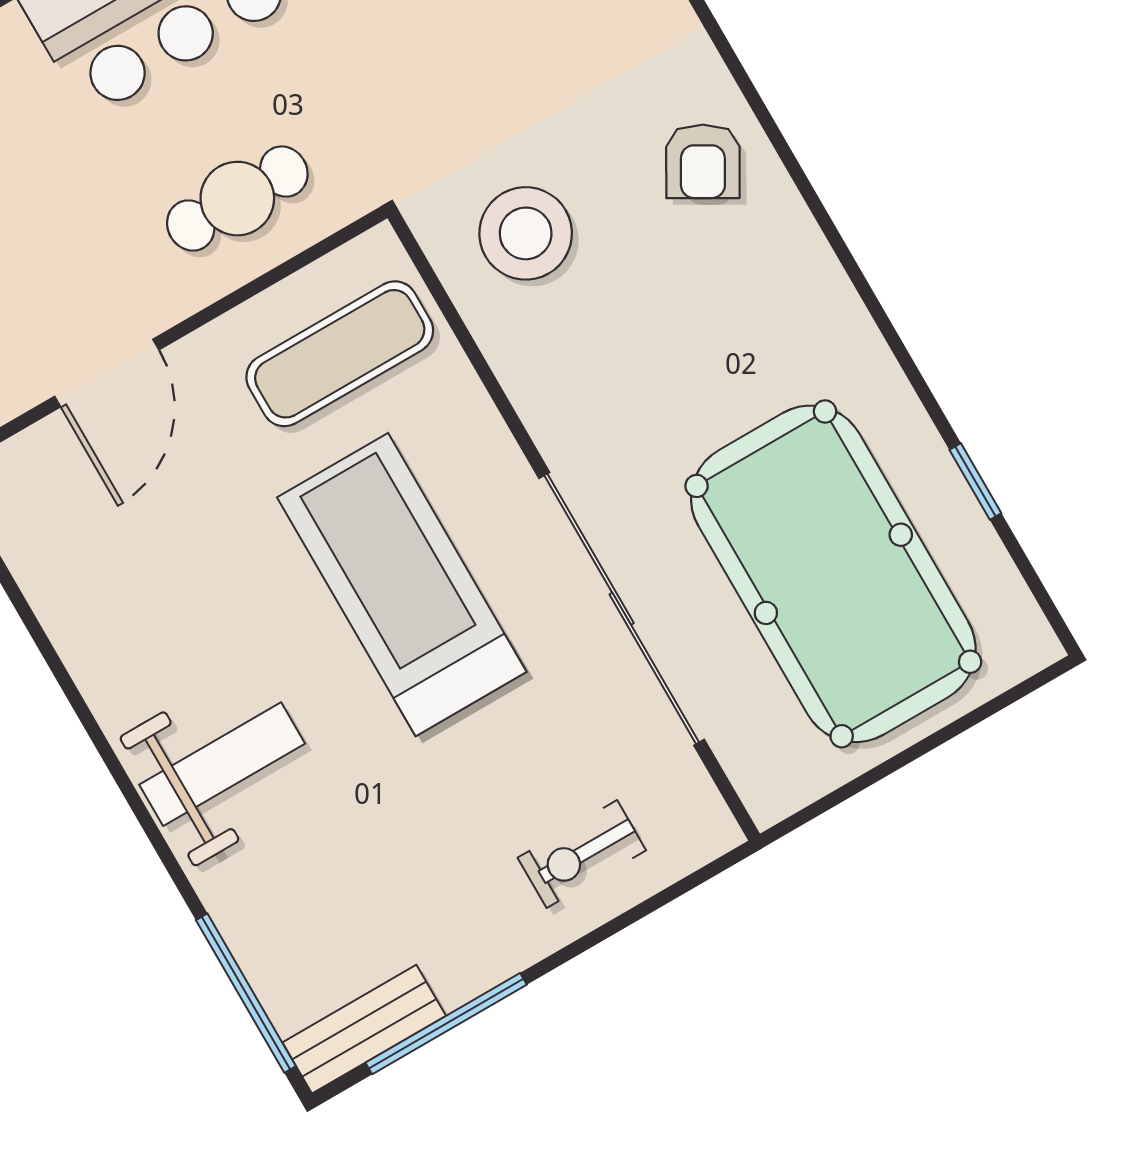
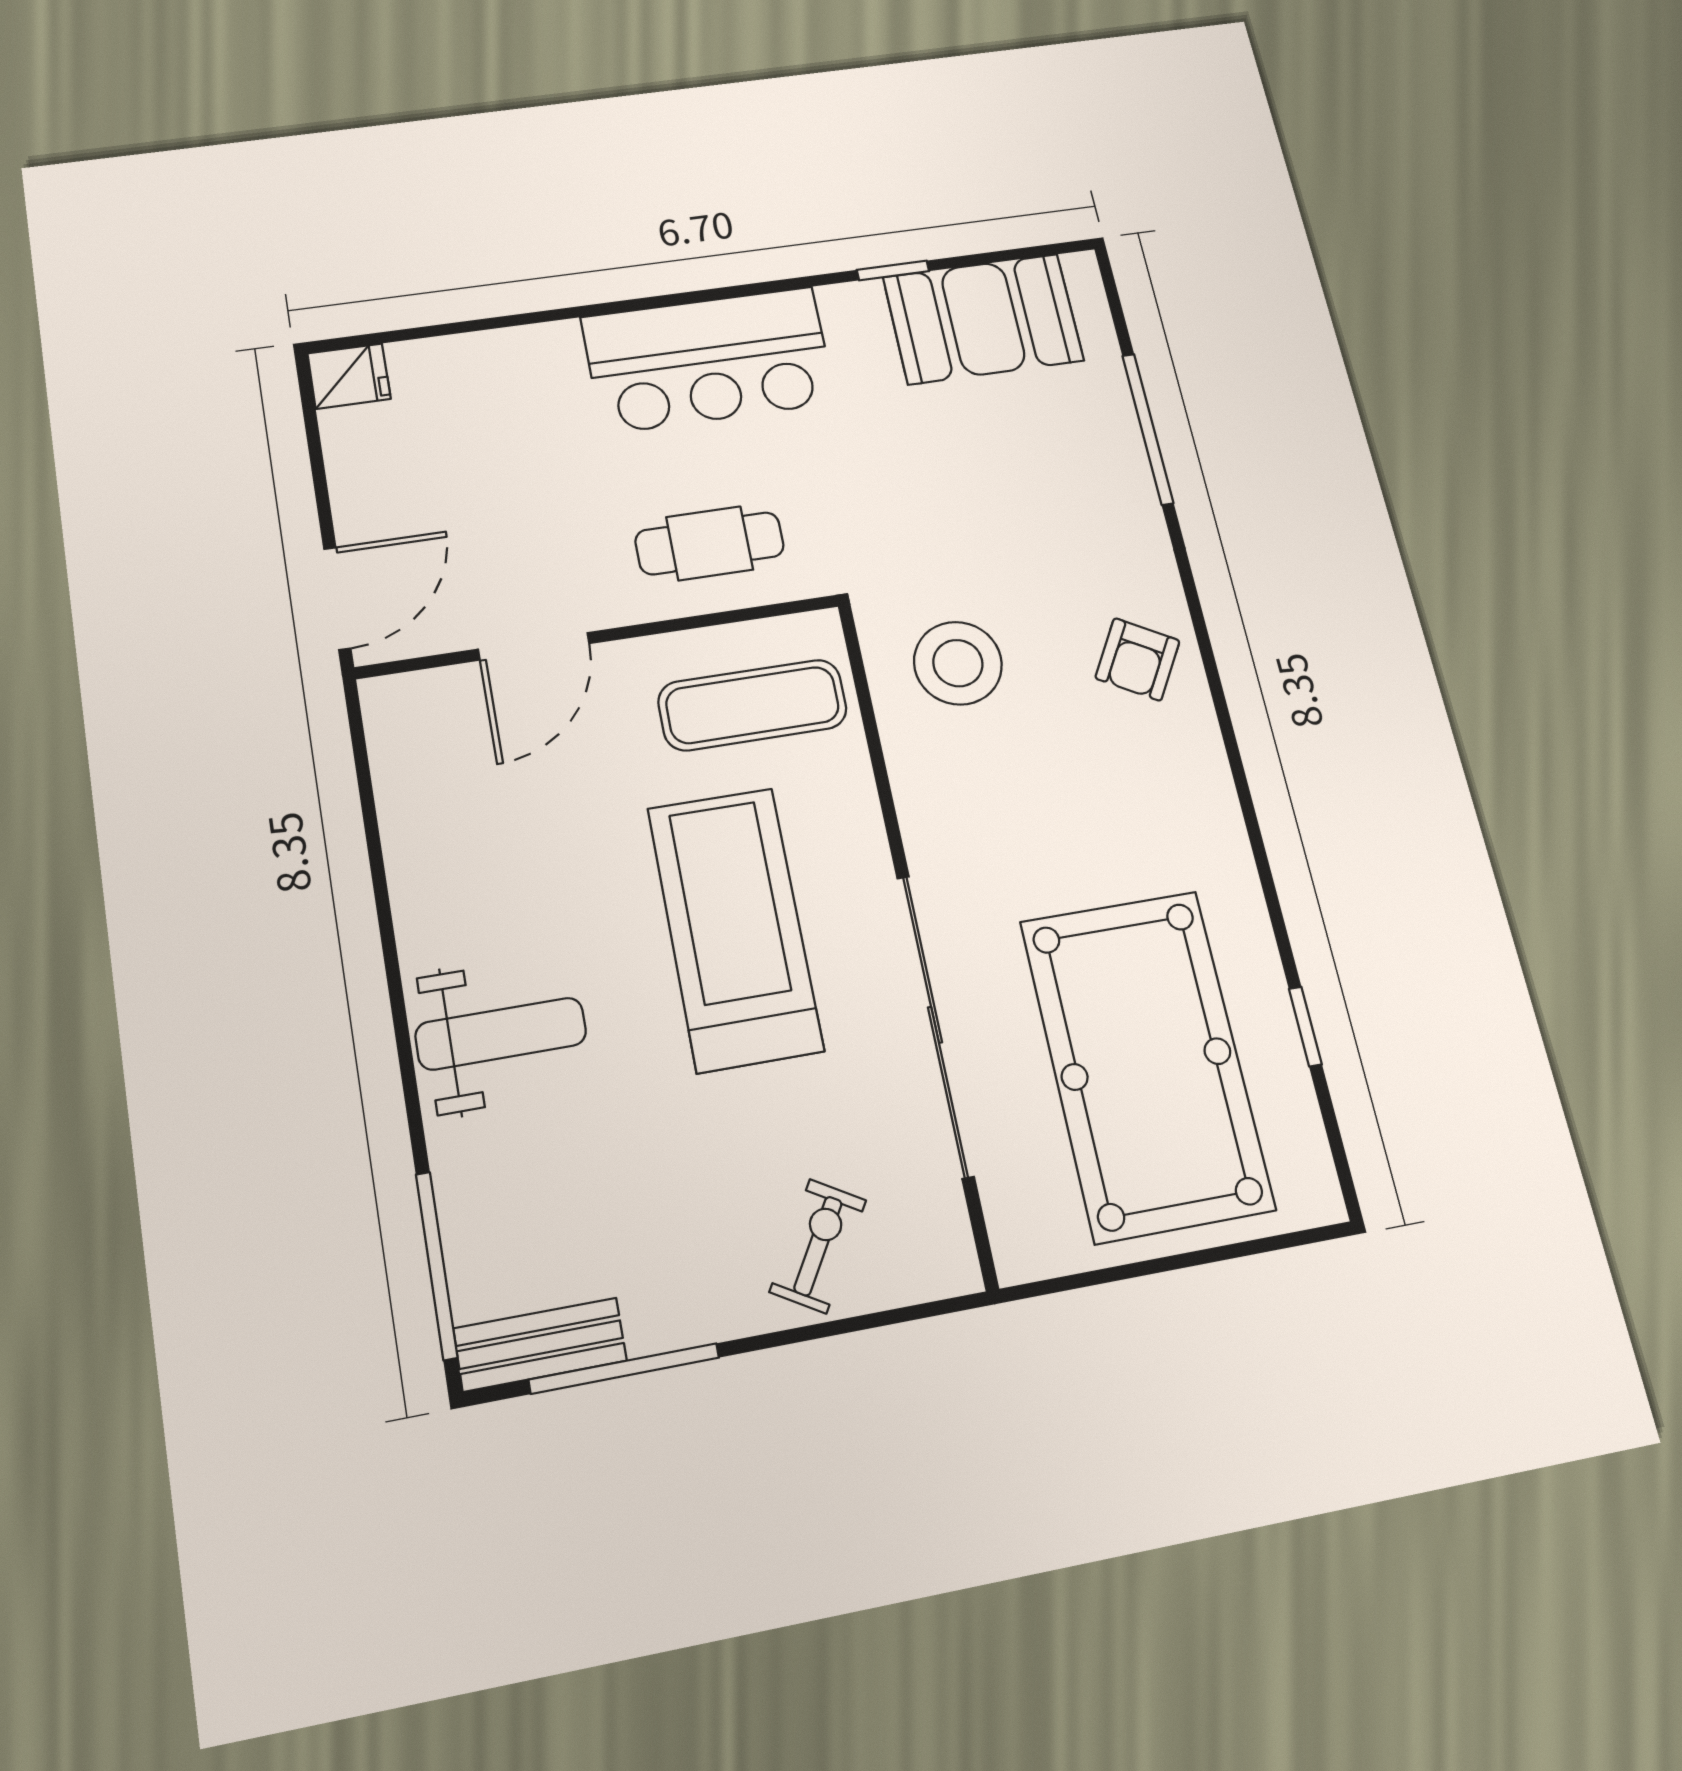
exercise bike: (582, 854) -> (818, 1246), turned 121

